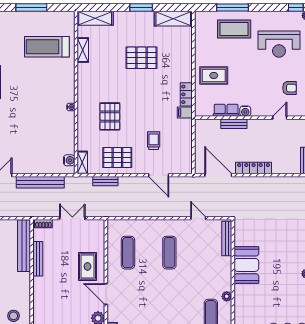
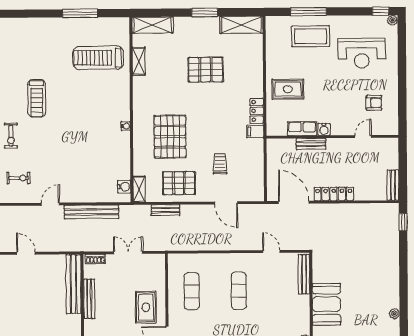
pallet: (110, 116) -> (170, 137), width x1.37, depth x1.41

